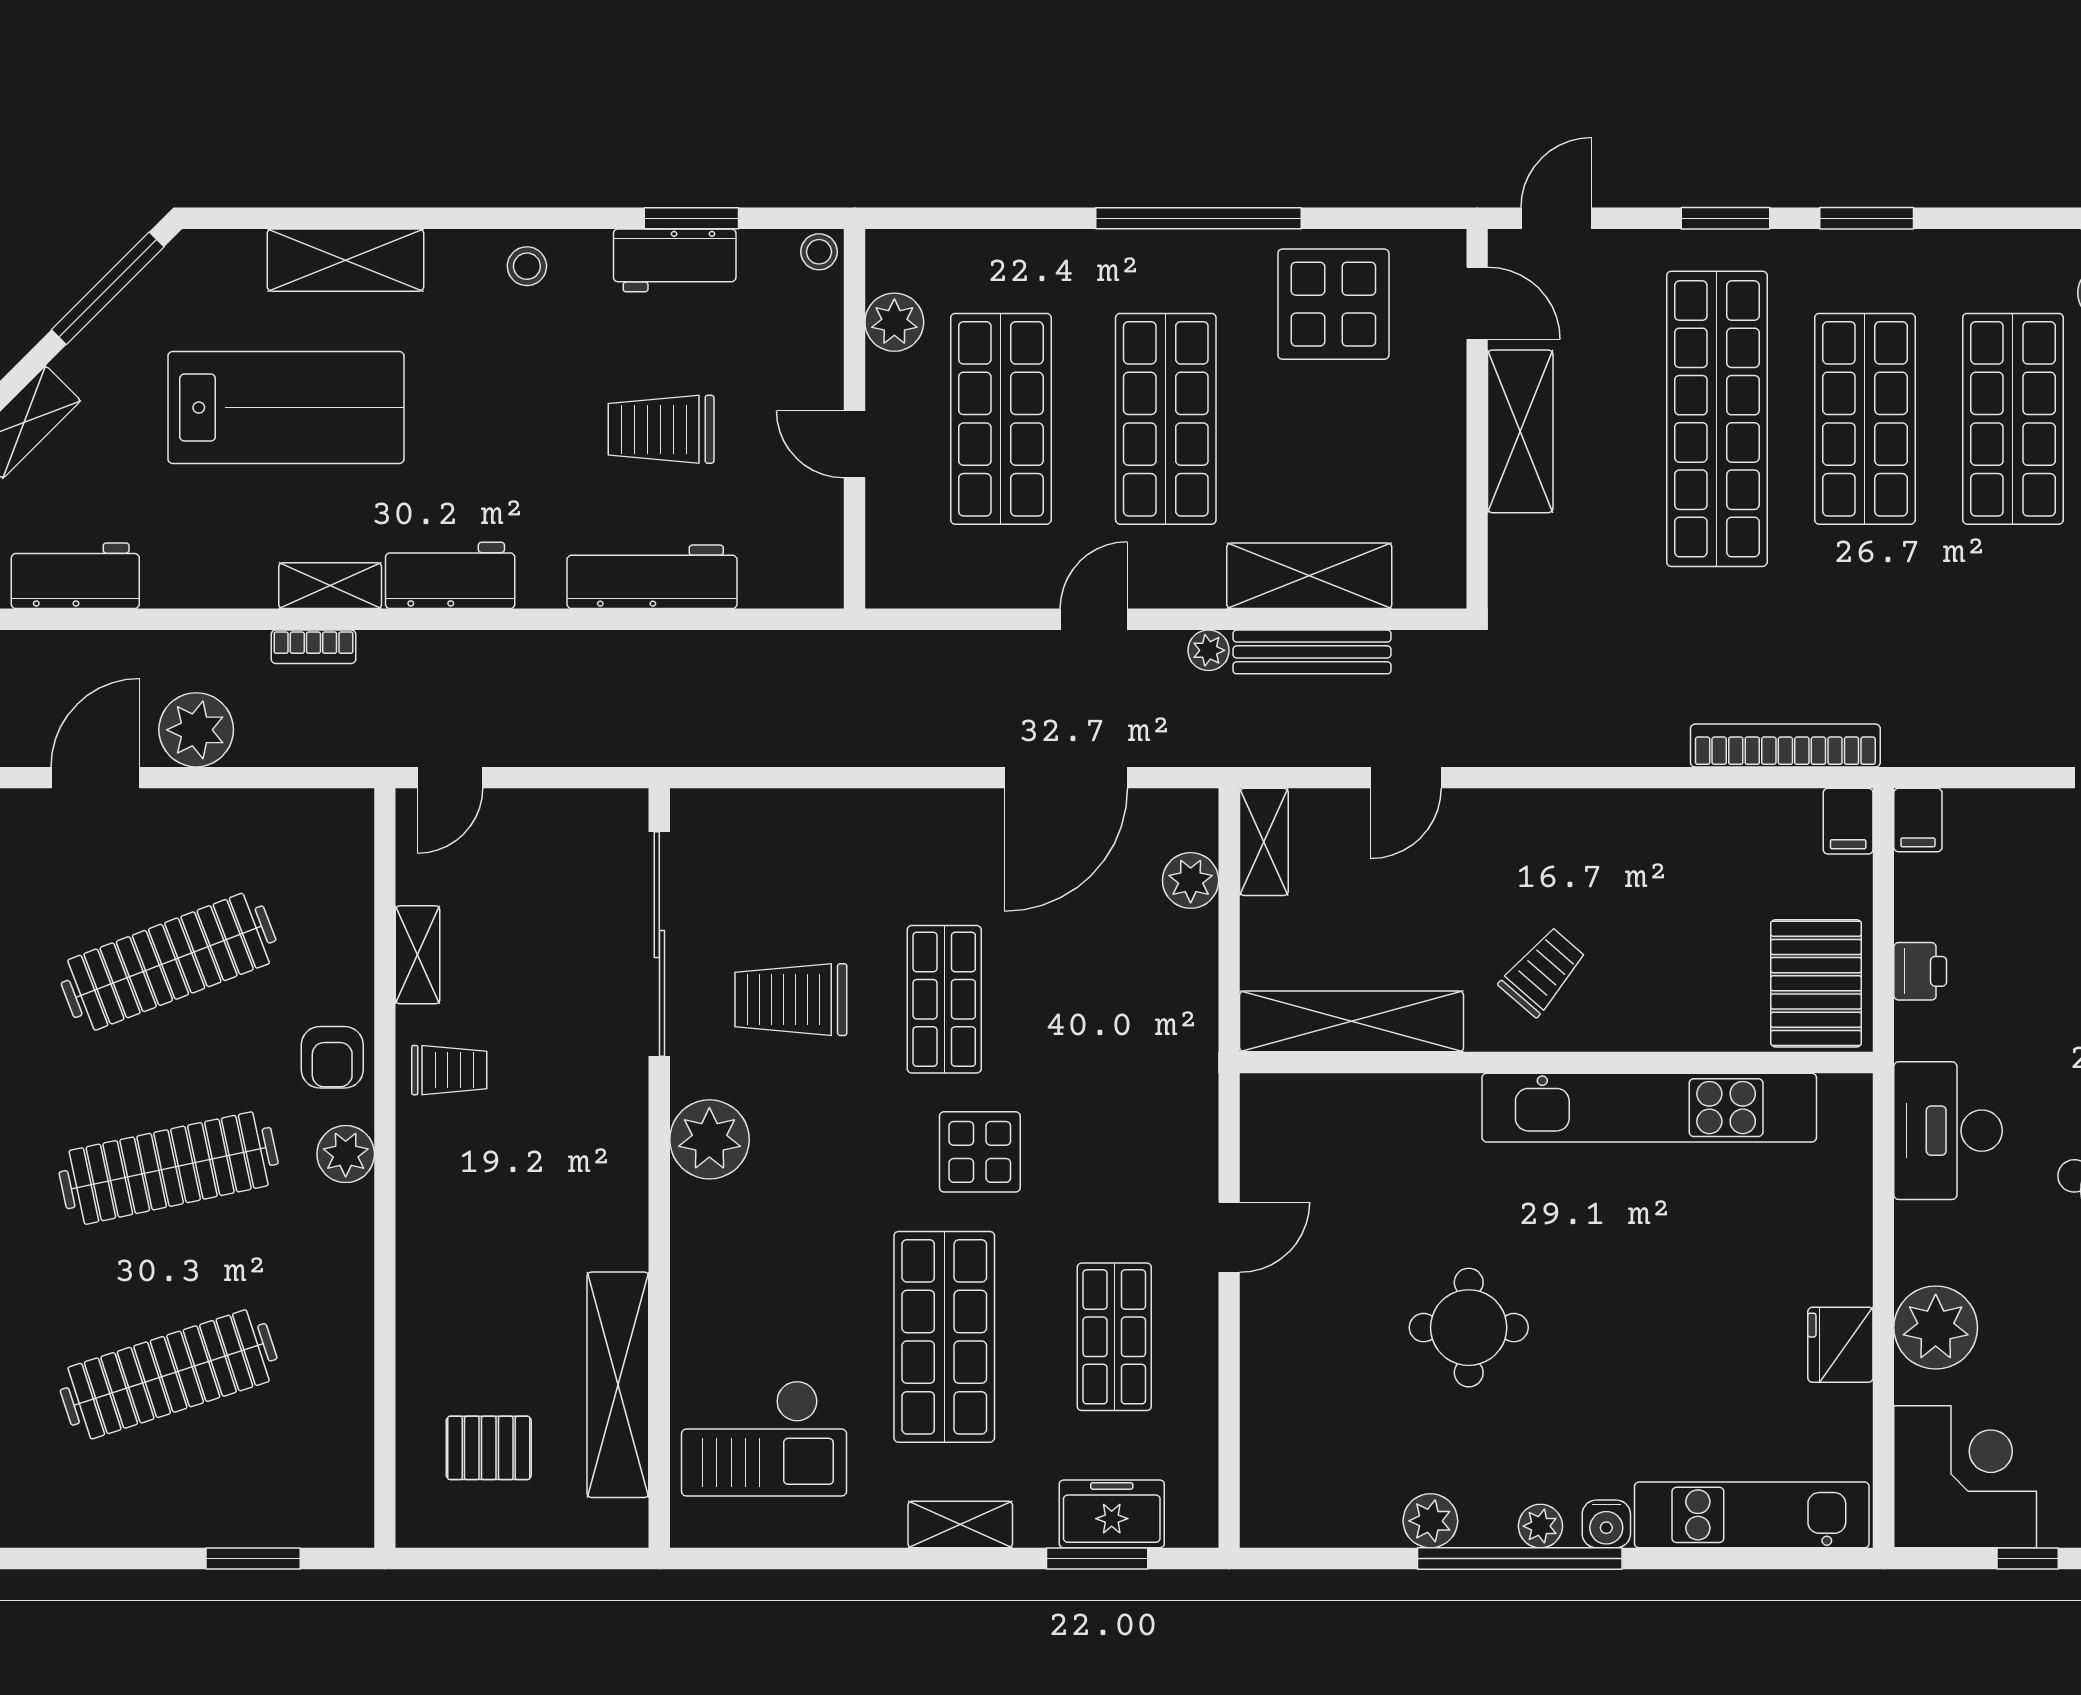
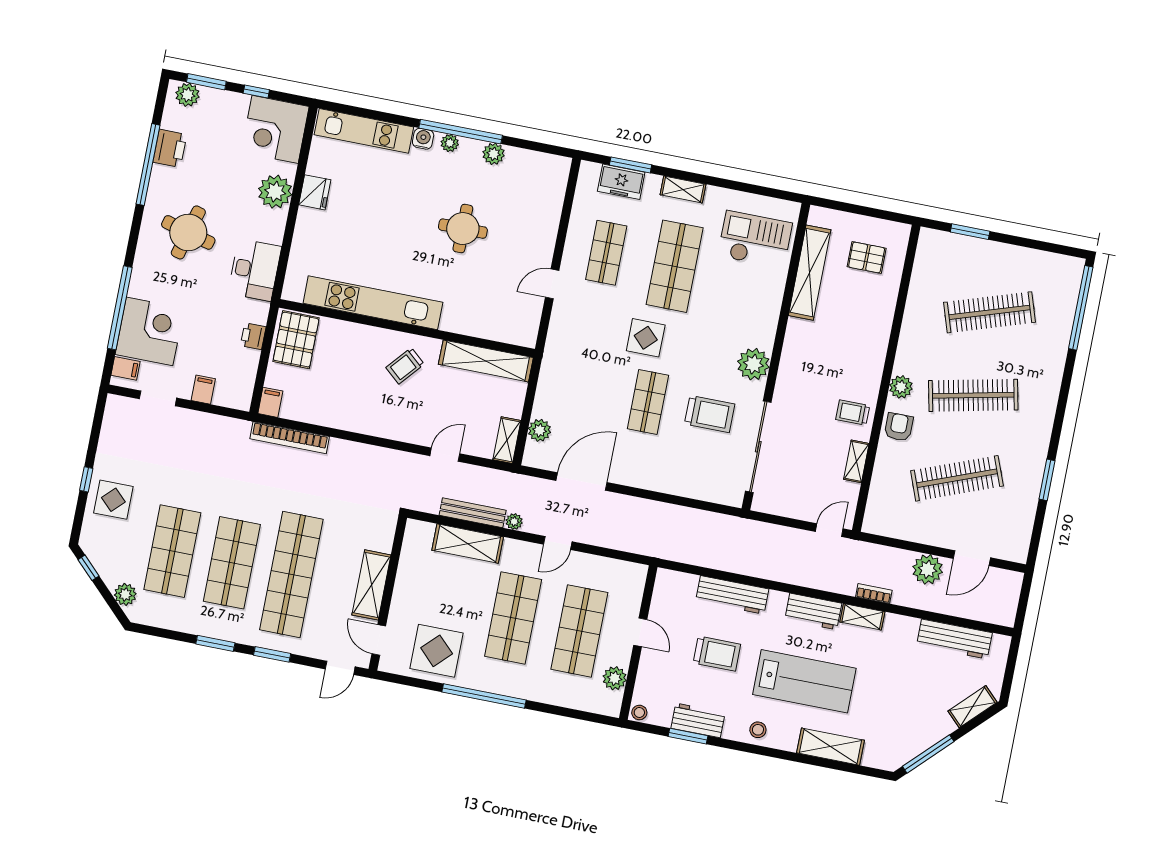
lab bench: (286, 408) -> (804, 681), moved, turned 180
workbench: (75, 576) -> (954, 639), width x1.38
filing cabinet: (1918, 820) -> (203, 390), moved

